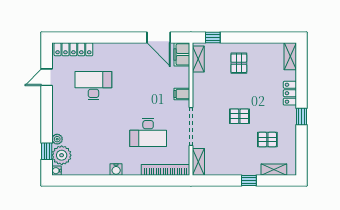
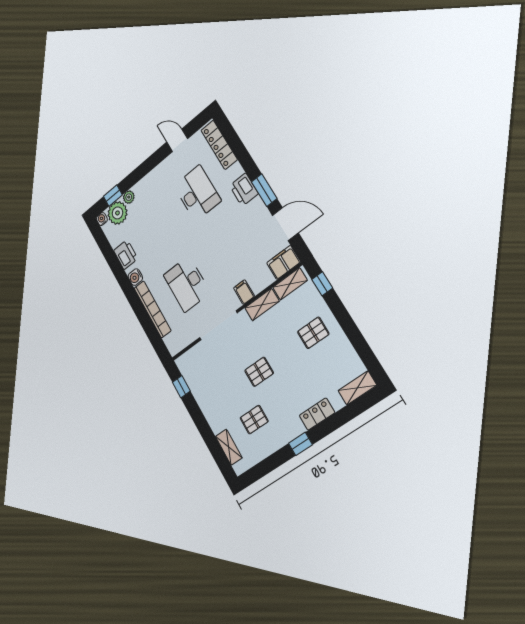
window: (127, 38) -> (264, 190), added
door: (159, 38) -> (285, 224), swing flipped
printer: (116, 51) -> (244, 190), added
pallet: (239, 116) -> (259, 372), turned 90
pallet: (267, 140) -> (254, 420), turned 90
shelving: (198, 162) -> (262, 305), moved
printer: (95, 167) -> (126, 255), added
bookcase: (166, 170) -> (152, 309), moved
window: (249, 181) -> (181, 387), moved

